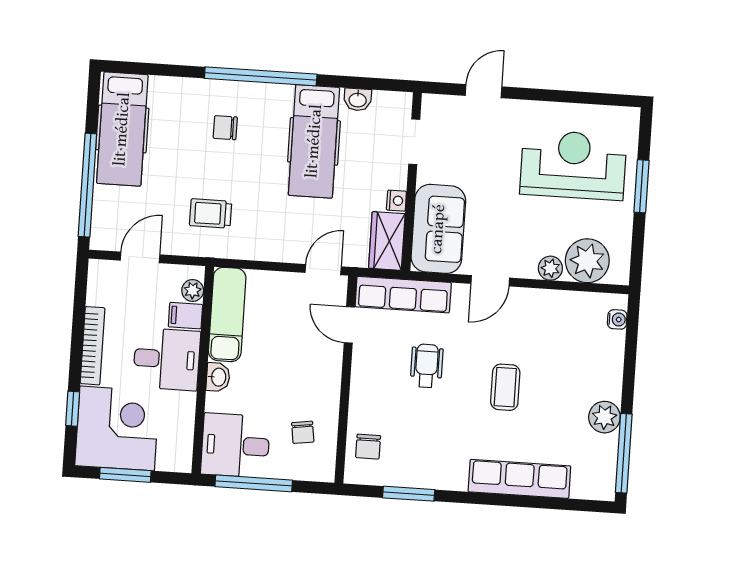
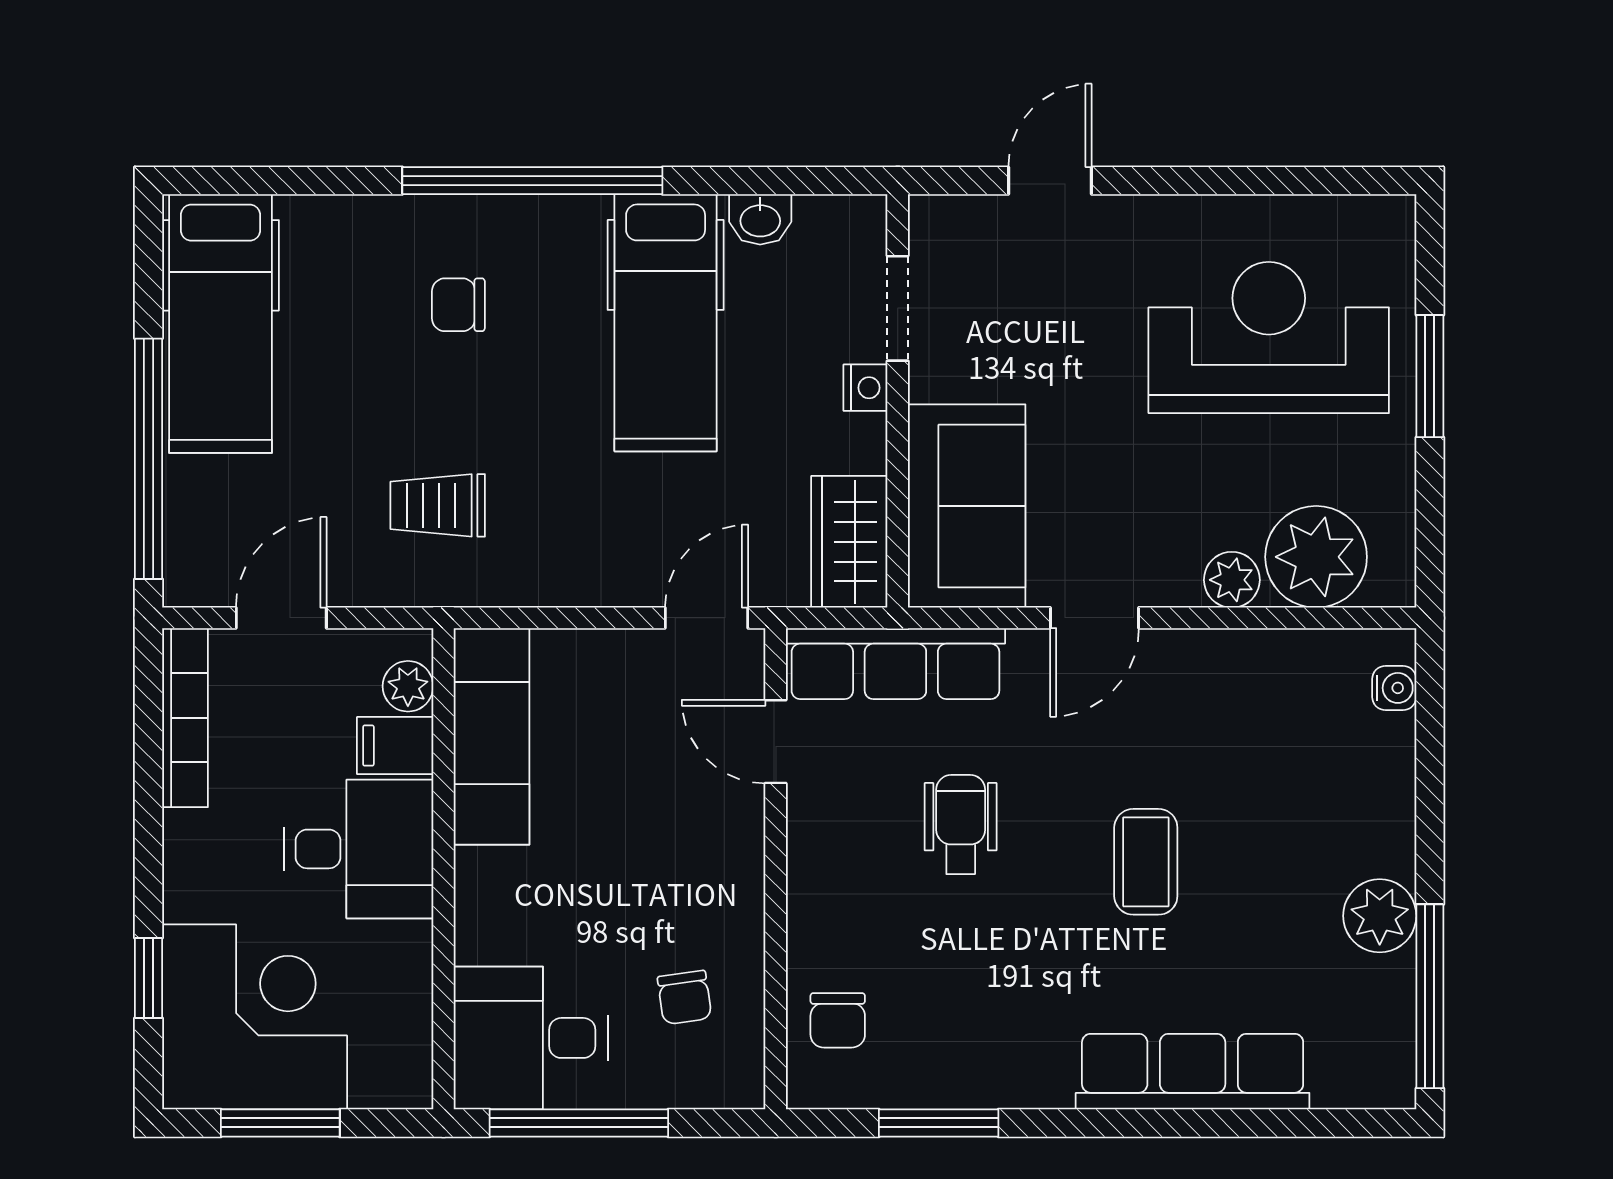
nightstand: (396, 201) -> (865, 388), moved
bookcase: (93, 346) -> (185, 718), moved
washbasin: (218, 377) -> (480, 883), removed

